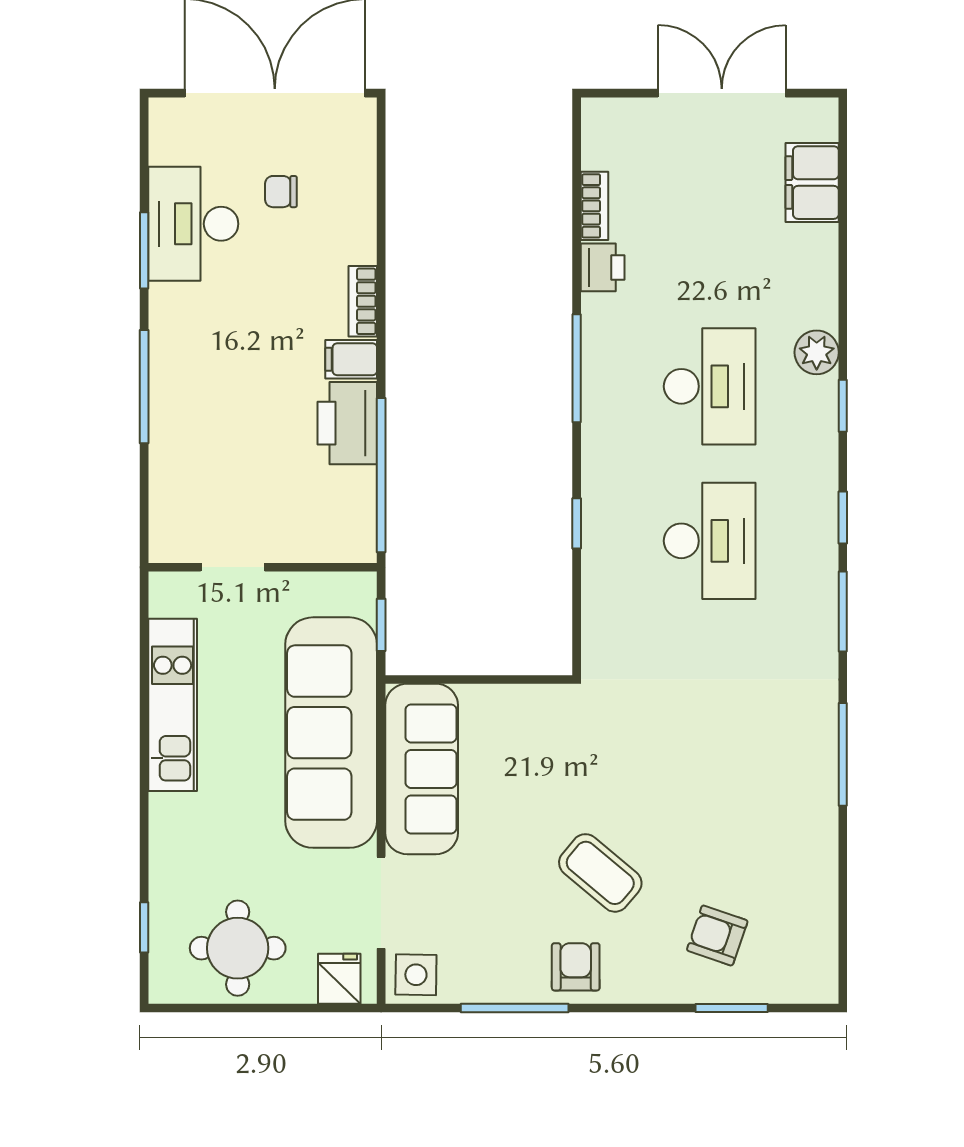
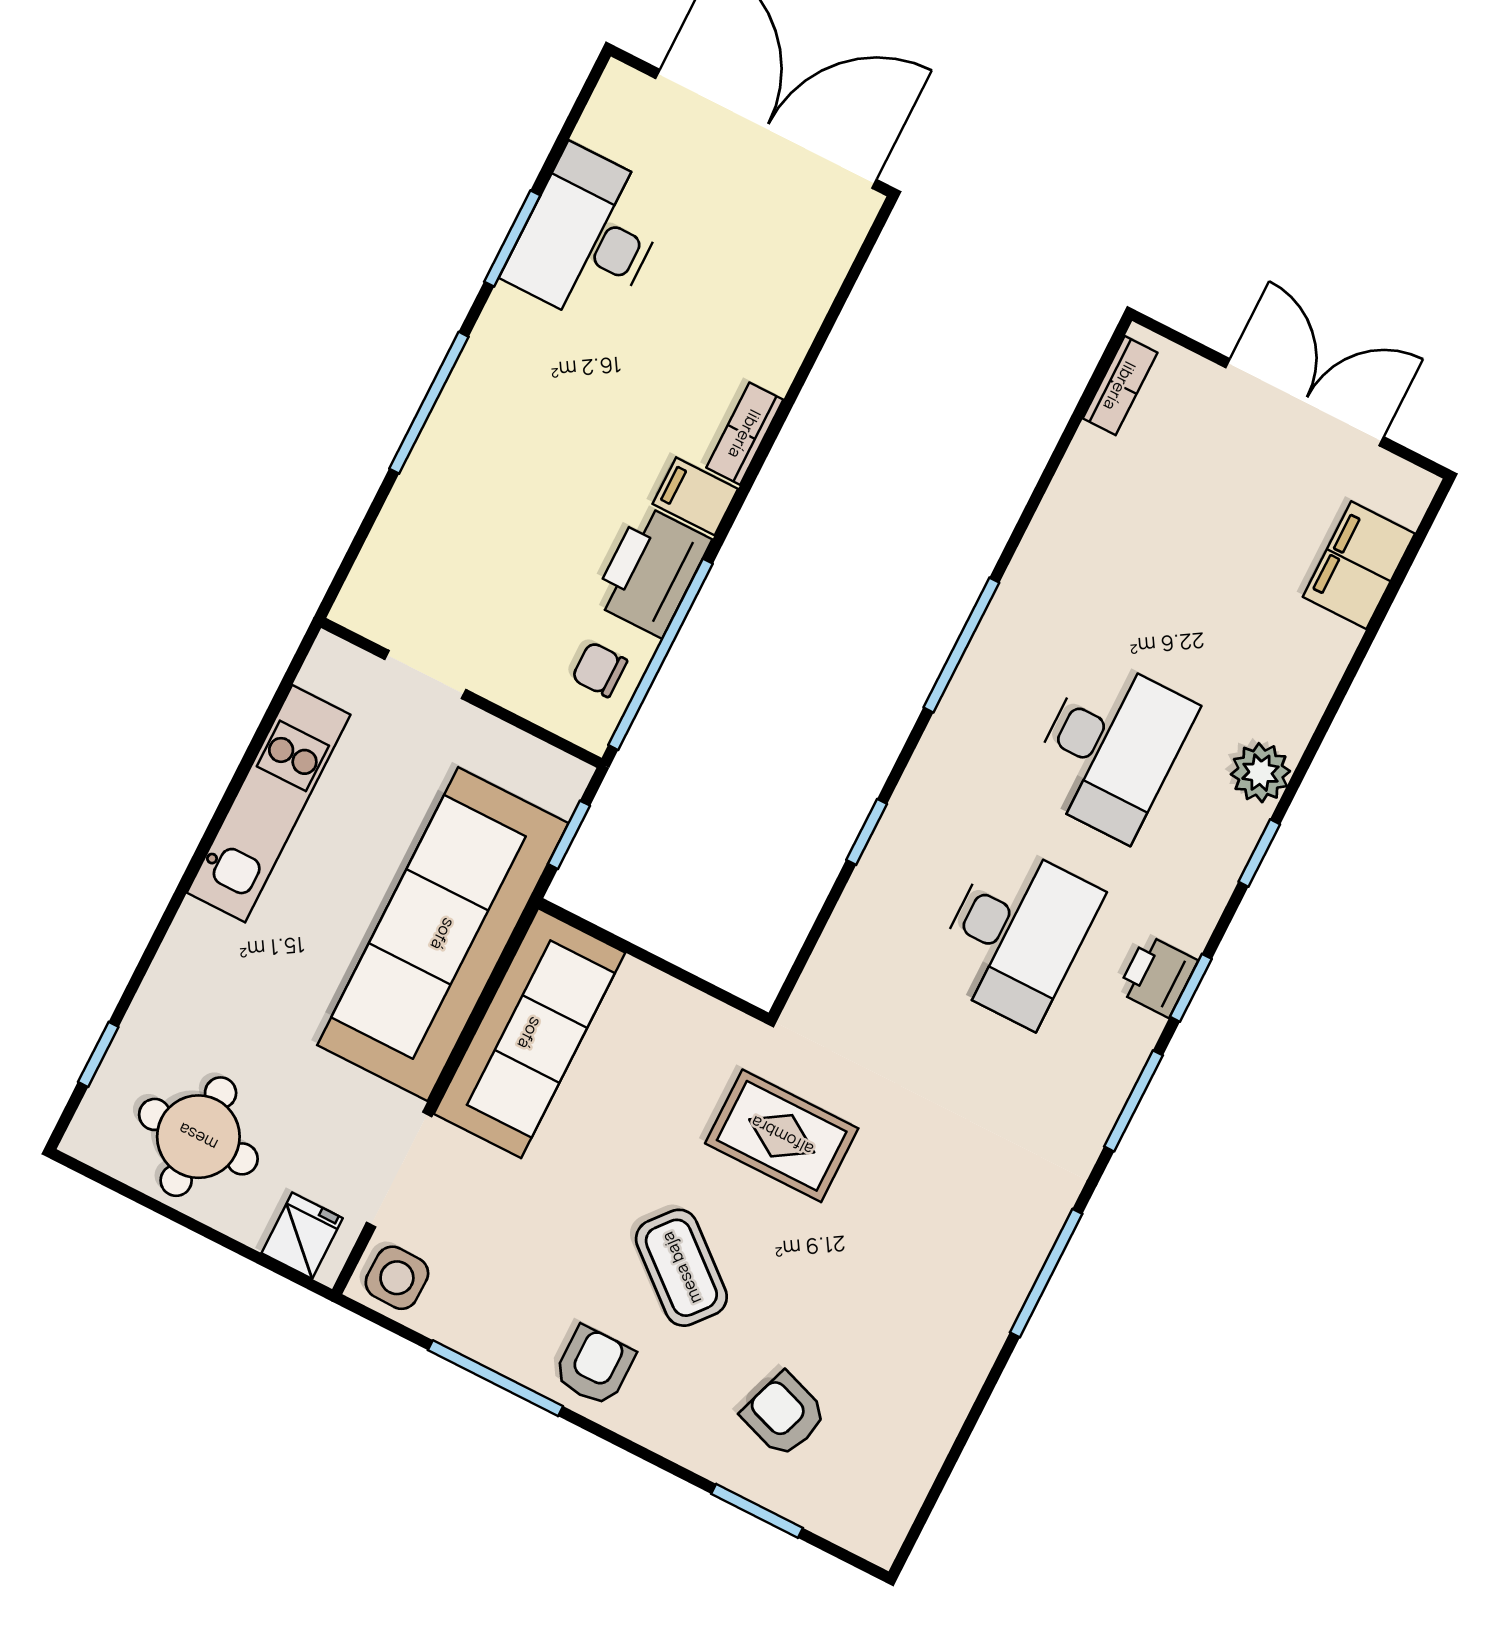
chair: (281, 192) -> (599, 670), moved
bookcase: (594, 206) -> (1120, 386), moved
printer: (603, 267) -> (1157, 976), moved, turned 180
rug: (622, 752) -> (782, 1136), added

